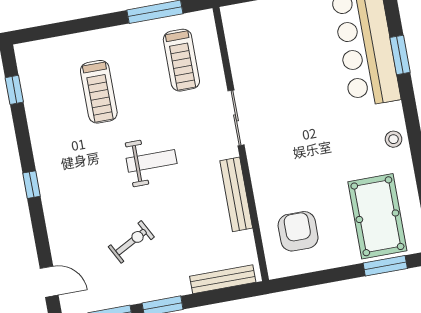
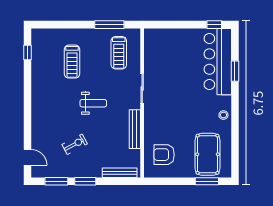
window: (31, 185) -> (27, 104), removed
armchair: (298, 231) -> (164, 155), turned -90

